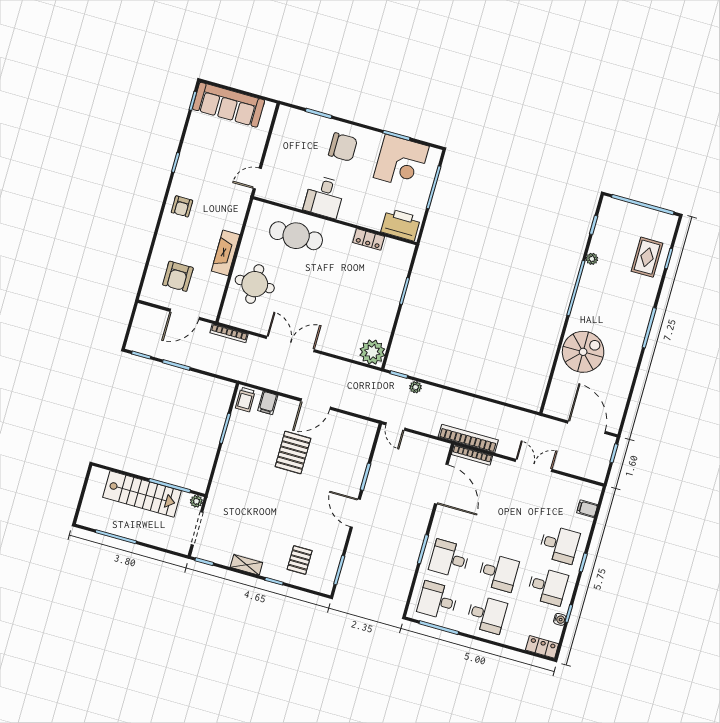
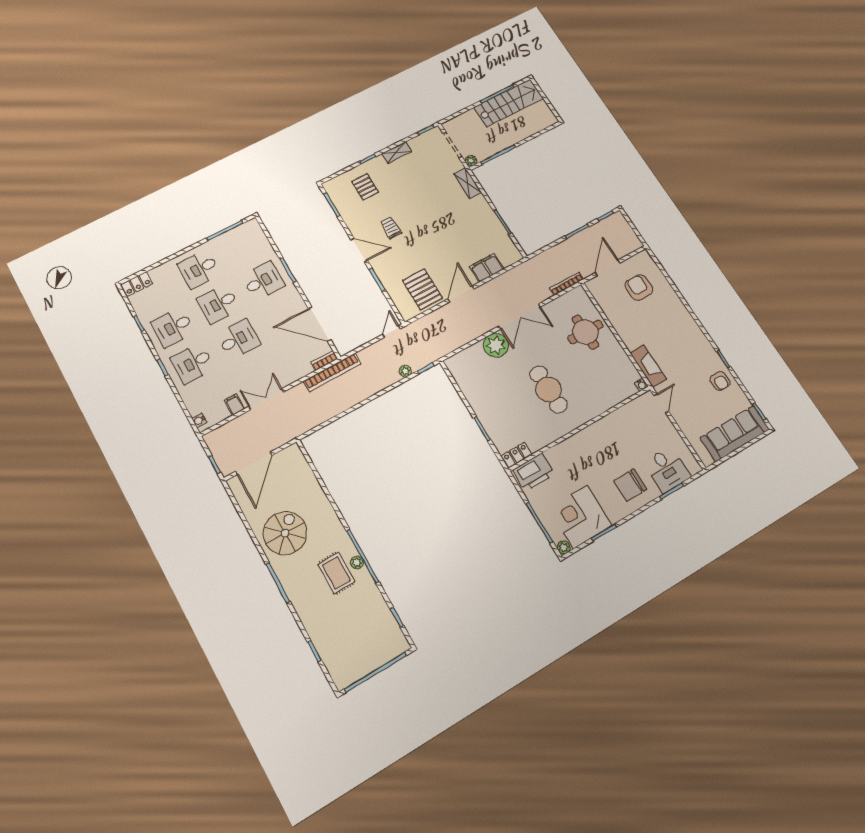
plant: (435, 154) -> (564, 547), added
desk: (324, 197) -> (667, 470), moved, turned 180
armchair: (182, 206) -> (720, 381), moved, turned 180
water cooler: (257, 206) -> (641, 385), added
cafe table: (296, 236) -> (548, 389), moved, turned 90
locker: (369, 239) -> (517, 455), moved
fireplace: (226, 253) -> (648, 366), moved
rug: (647, 257) -> (336, 573), moved
plant: (592, 259) -> (357, 562), moved
plant: (372, 352) -> (496, 345), moved
spiral stairs: (583, 352) -> (285, 533), moved, turned 180
trolley: (245, 400) -> (391, 228), moved
filing cabinet: (268, 403) -> (487, 268), width x2.00
door: (395, 426) -> (392, 331), hinge flipped
door: (587, 427) -> (254, 463), hinge flipped
pallet: (293, 452) -> (422, 289), moved
bookcase: (472, 455) -> (324, 361), width x0.64
double door: (534, 465) -> (266, 399), swing flipped
shelving: (218, 486) -> (468, 183), added
stairs: (142, 494) -> (509, 103), moved, turned 180
filing cabinet: (587, 509) -> (234, 405), moved, turned -90
desk: (438, 601) -> (238, 339), moved
water cooler: (560, 619) -> (199, 420), moved

